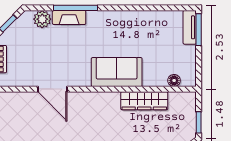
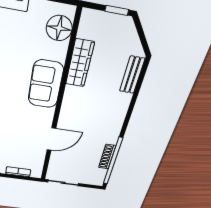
floor lamp: (174, 80) -> (59, 28), width x1.89, depth x1.89

